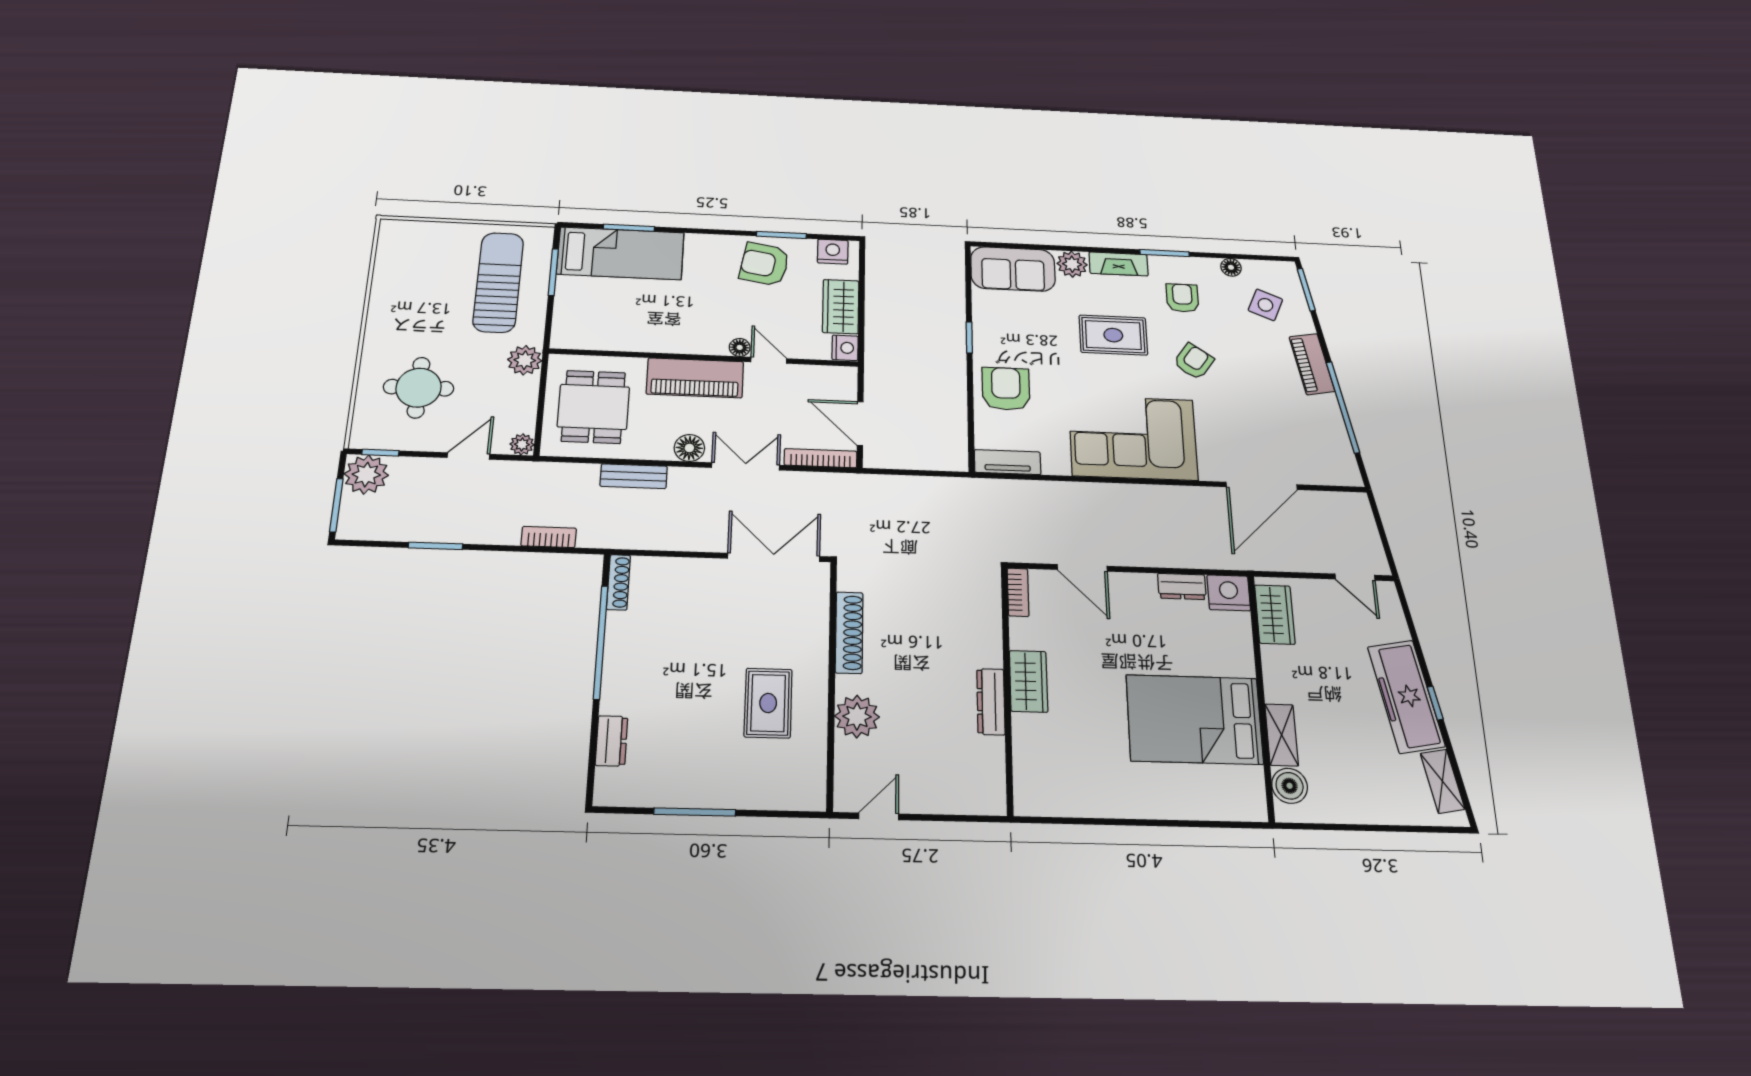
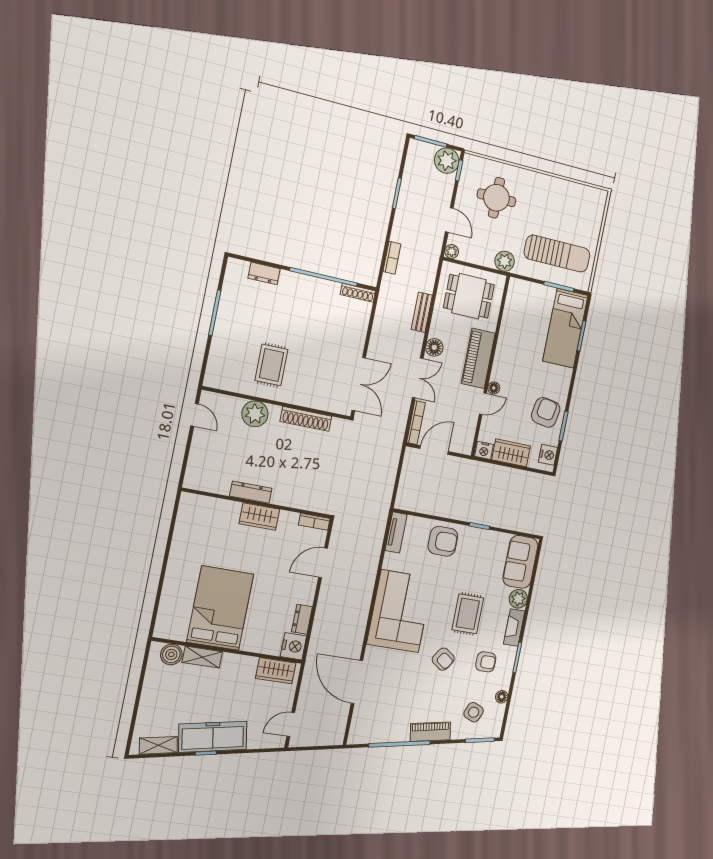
rug: (768, 703) -> (271, 365), turned 90

